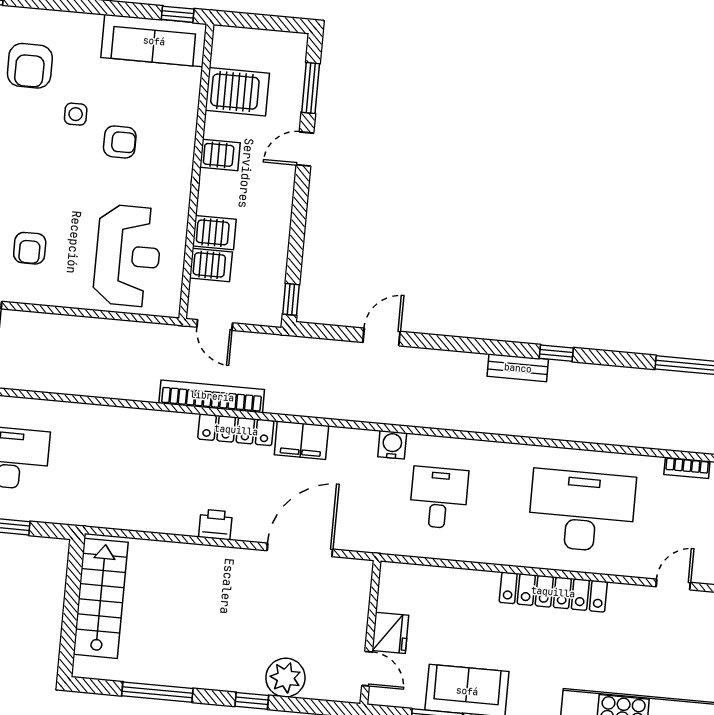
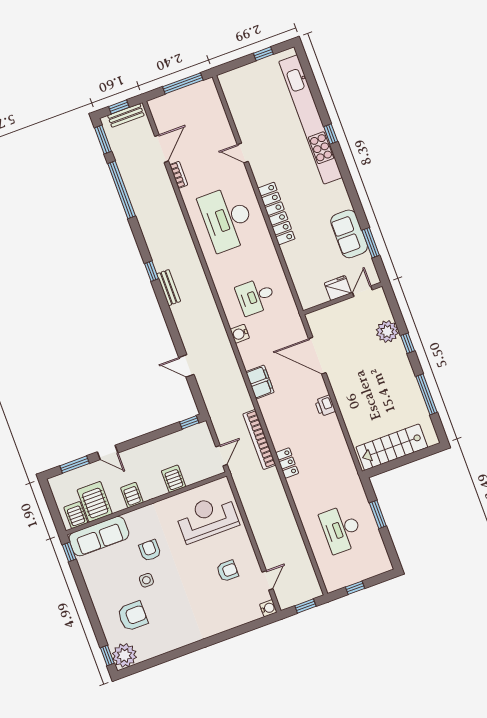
sofa: (154, 41) -> (99, 536), moved, turned 90
server rack: (211, 265) -> (76, 515), moved
locker: (236, 430) -> (287, 463), moved, width x0.66

